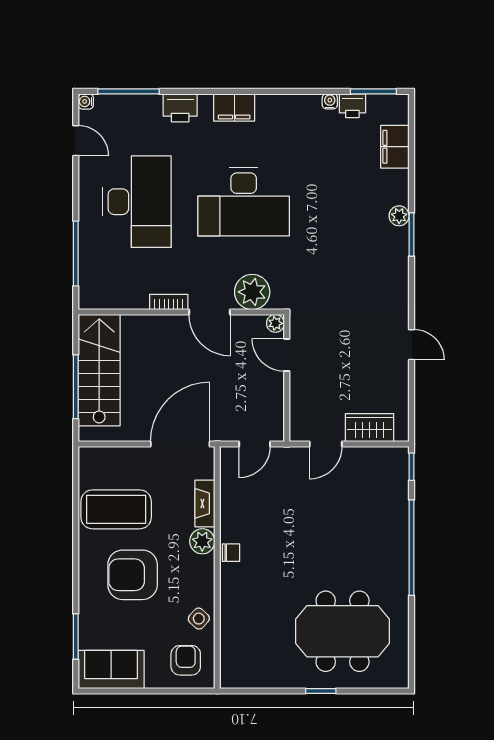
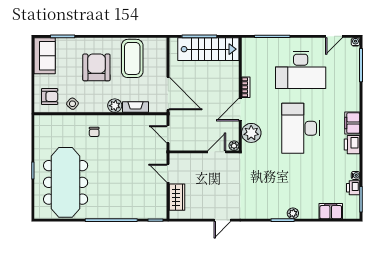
printer: (180, 108) -> (352, 145), moved
chair: (231, 553) -> (94, 132), moved
meeting table: (343, 631) -> (66, 182), width x1.36

